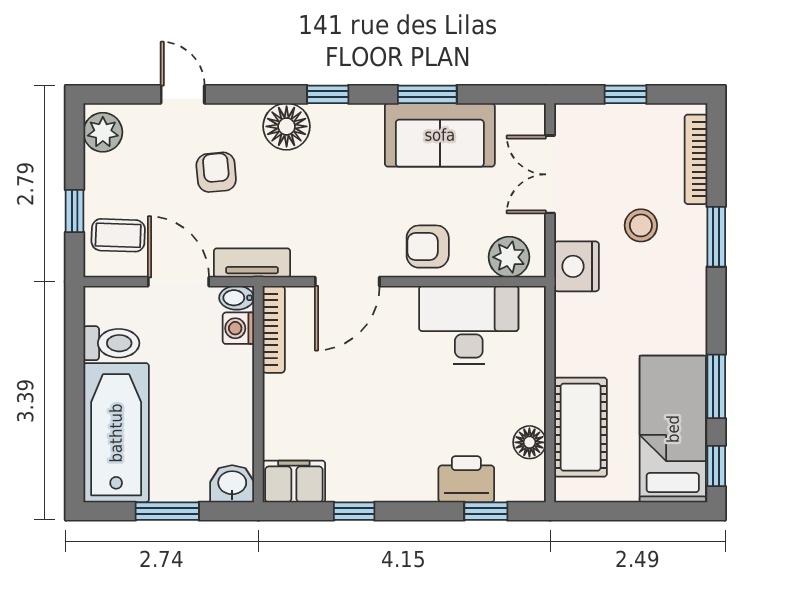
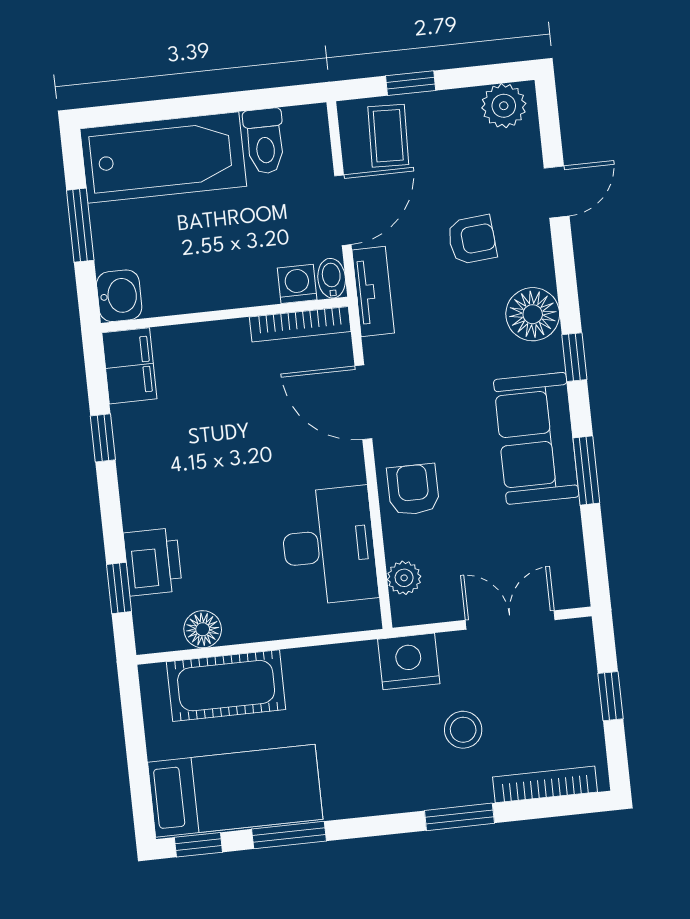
sofa: (440, 135) -> (536, 438), moved
plant: (509, 257) -> (404, 578), width x0.73, depth x0.73

